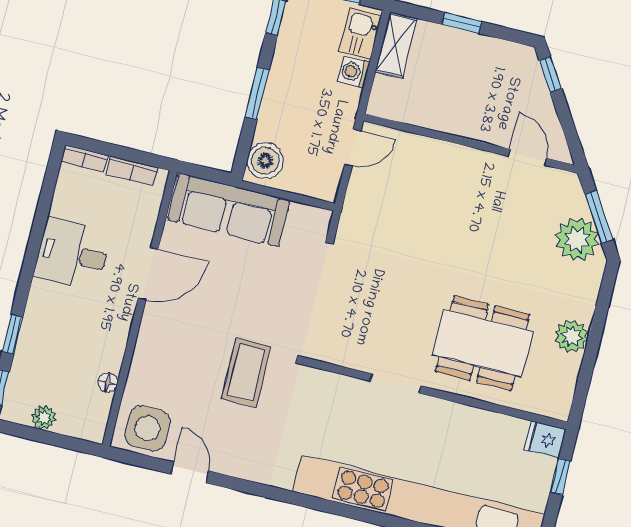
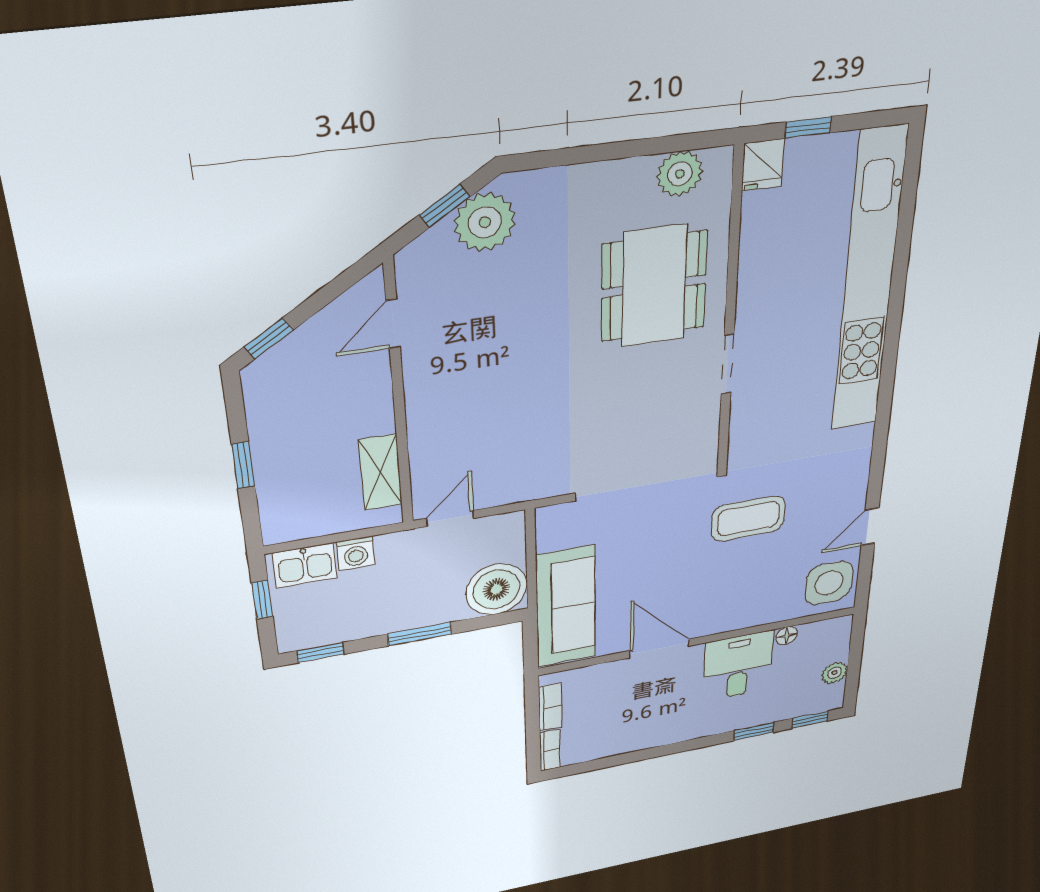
shelving: (396, 45) -> (380, 472), moved, turned 90
door: (353, 148) -> (450, 518), hinge flipped
boiler: (265, 161) -> (496, 589), width x1.37, depth x1.37
window: (599, 217) -> (445, 206), width x0.67
desk: (73, 254) -> (738, 666), moved, turned 180
plant: (571, 336) -> (680, 174), moved

